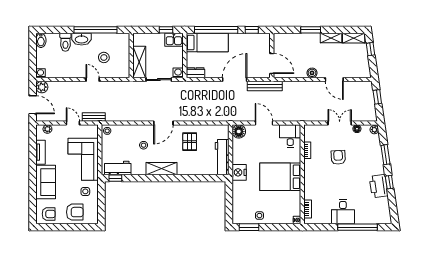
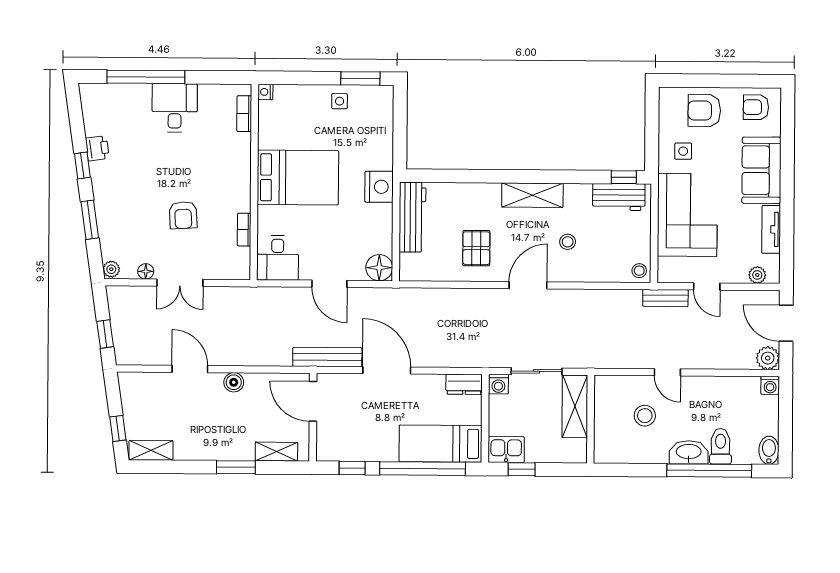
window: (96, 30) -> (709, 471), moved
shelving: (331, 38) -> (276, 452), moved
door: (235, 80) -> (387, 370), swing flipped
printer: (379, 186) -> (97, 148), width x0.53, depth x0.68

